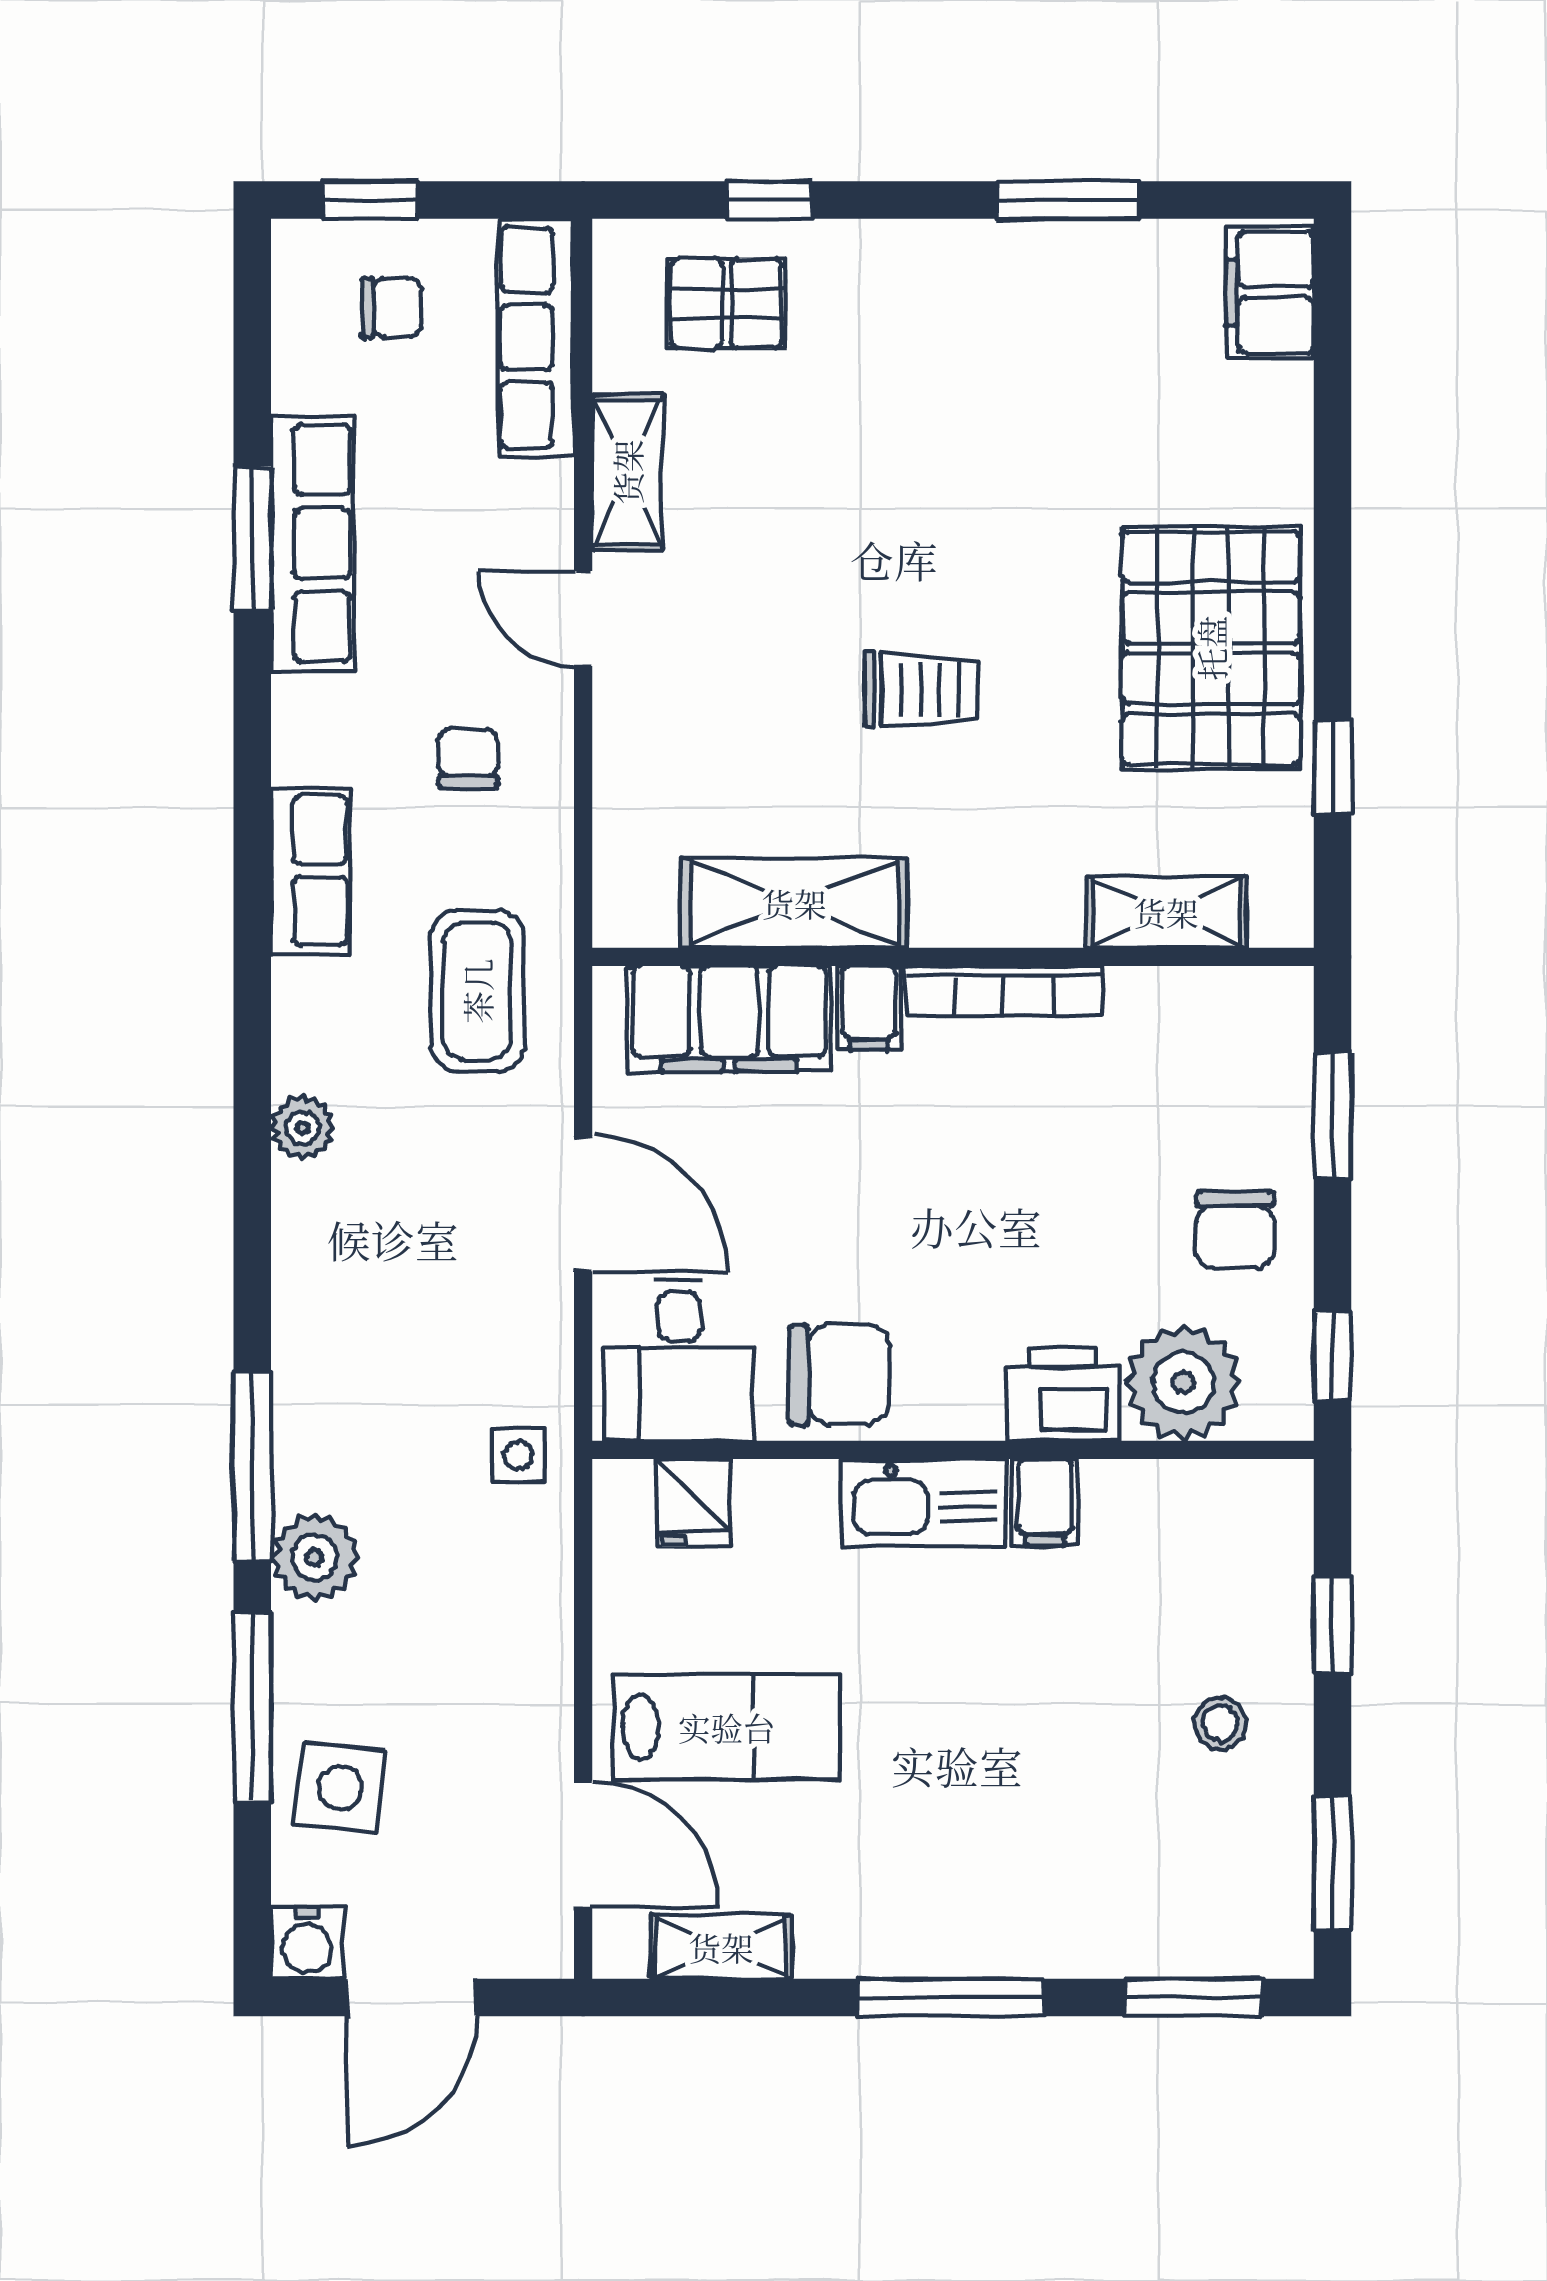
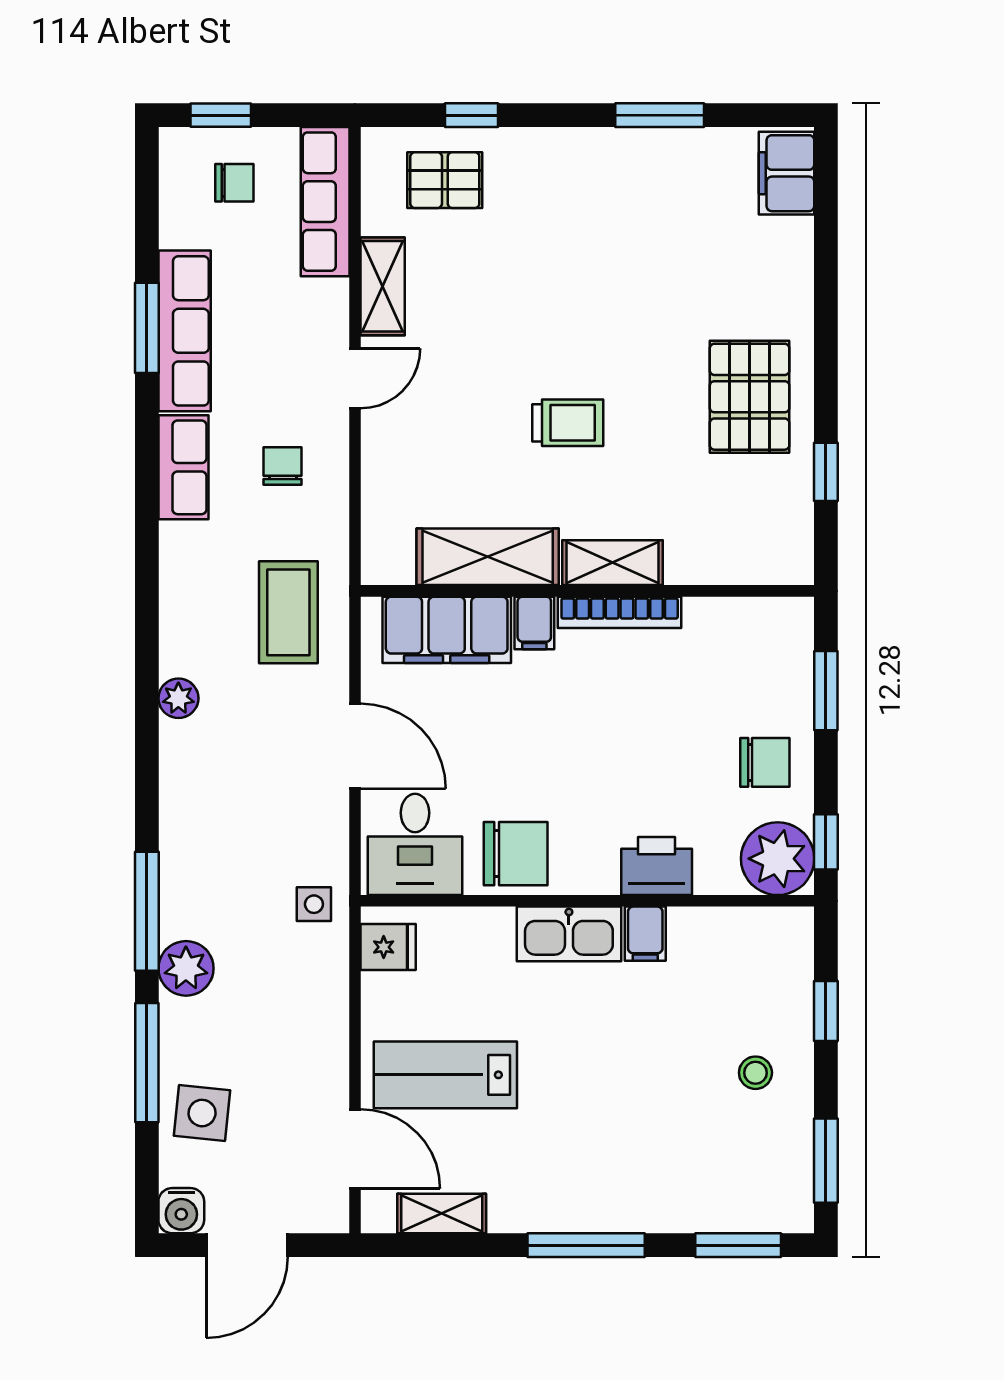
door: (583, 619) -> (355, 378), swing flipped
pallet: (1211, 648) -> (750, 397), width x0.73, depth x0.71
row of seats: (311, 870) -> (183, 467), moved
shelving: (1166, 912) -> (613, 563), moved
chair: (1235, 1230) -> (765, 762), turned -90
plant: (1183, 1383) -> (778, 859), moved
fridge: (693, 1503) -> (388, 947), moved, turned -90
lab bench: (727, 1727) -> (445, 1075), turned 180

